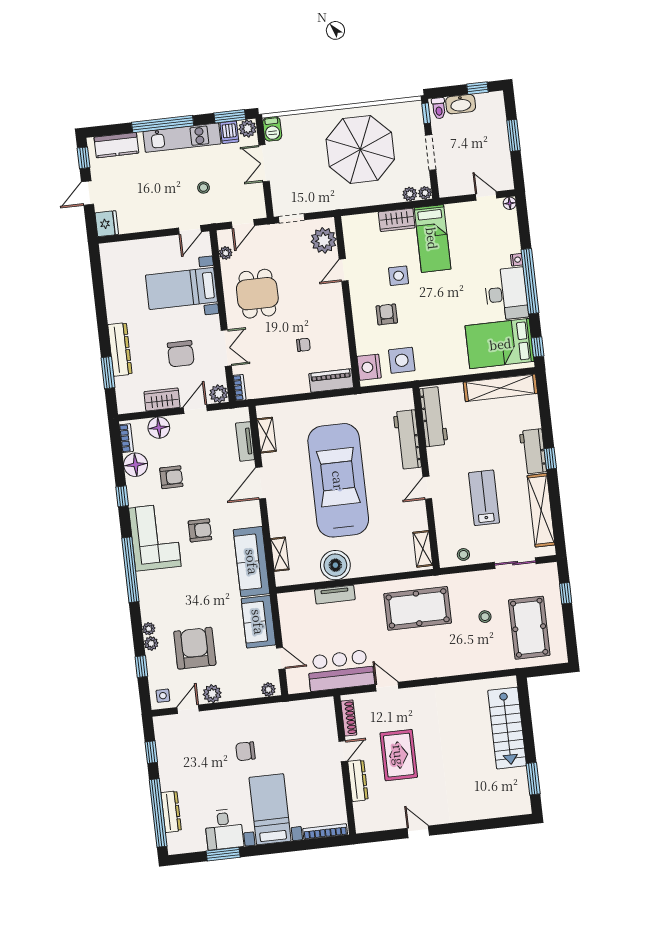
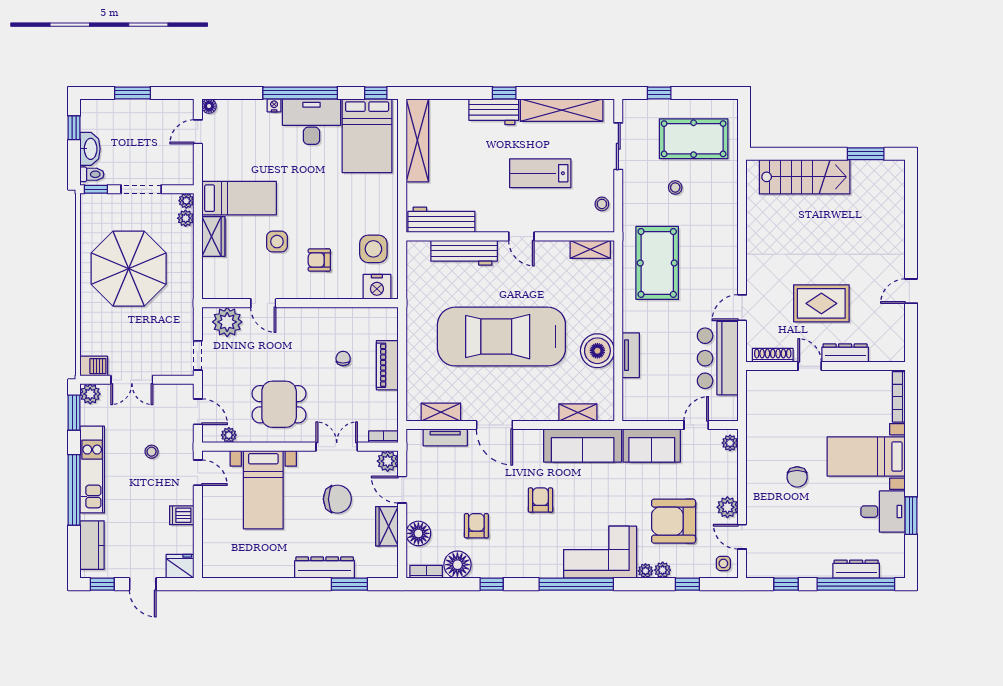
dishwasher: (229, 132) -> (182, 515), moved, turned 180
piano: (331, 381) -> (387, 365), moved
corner sofa: (155, 537) -> (600, 552), moved

